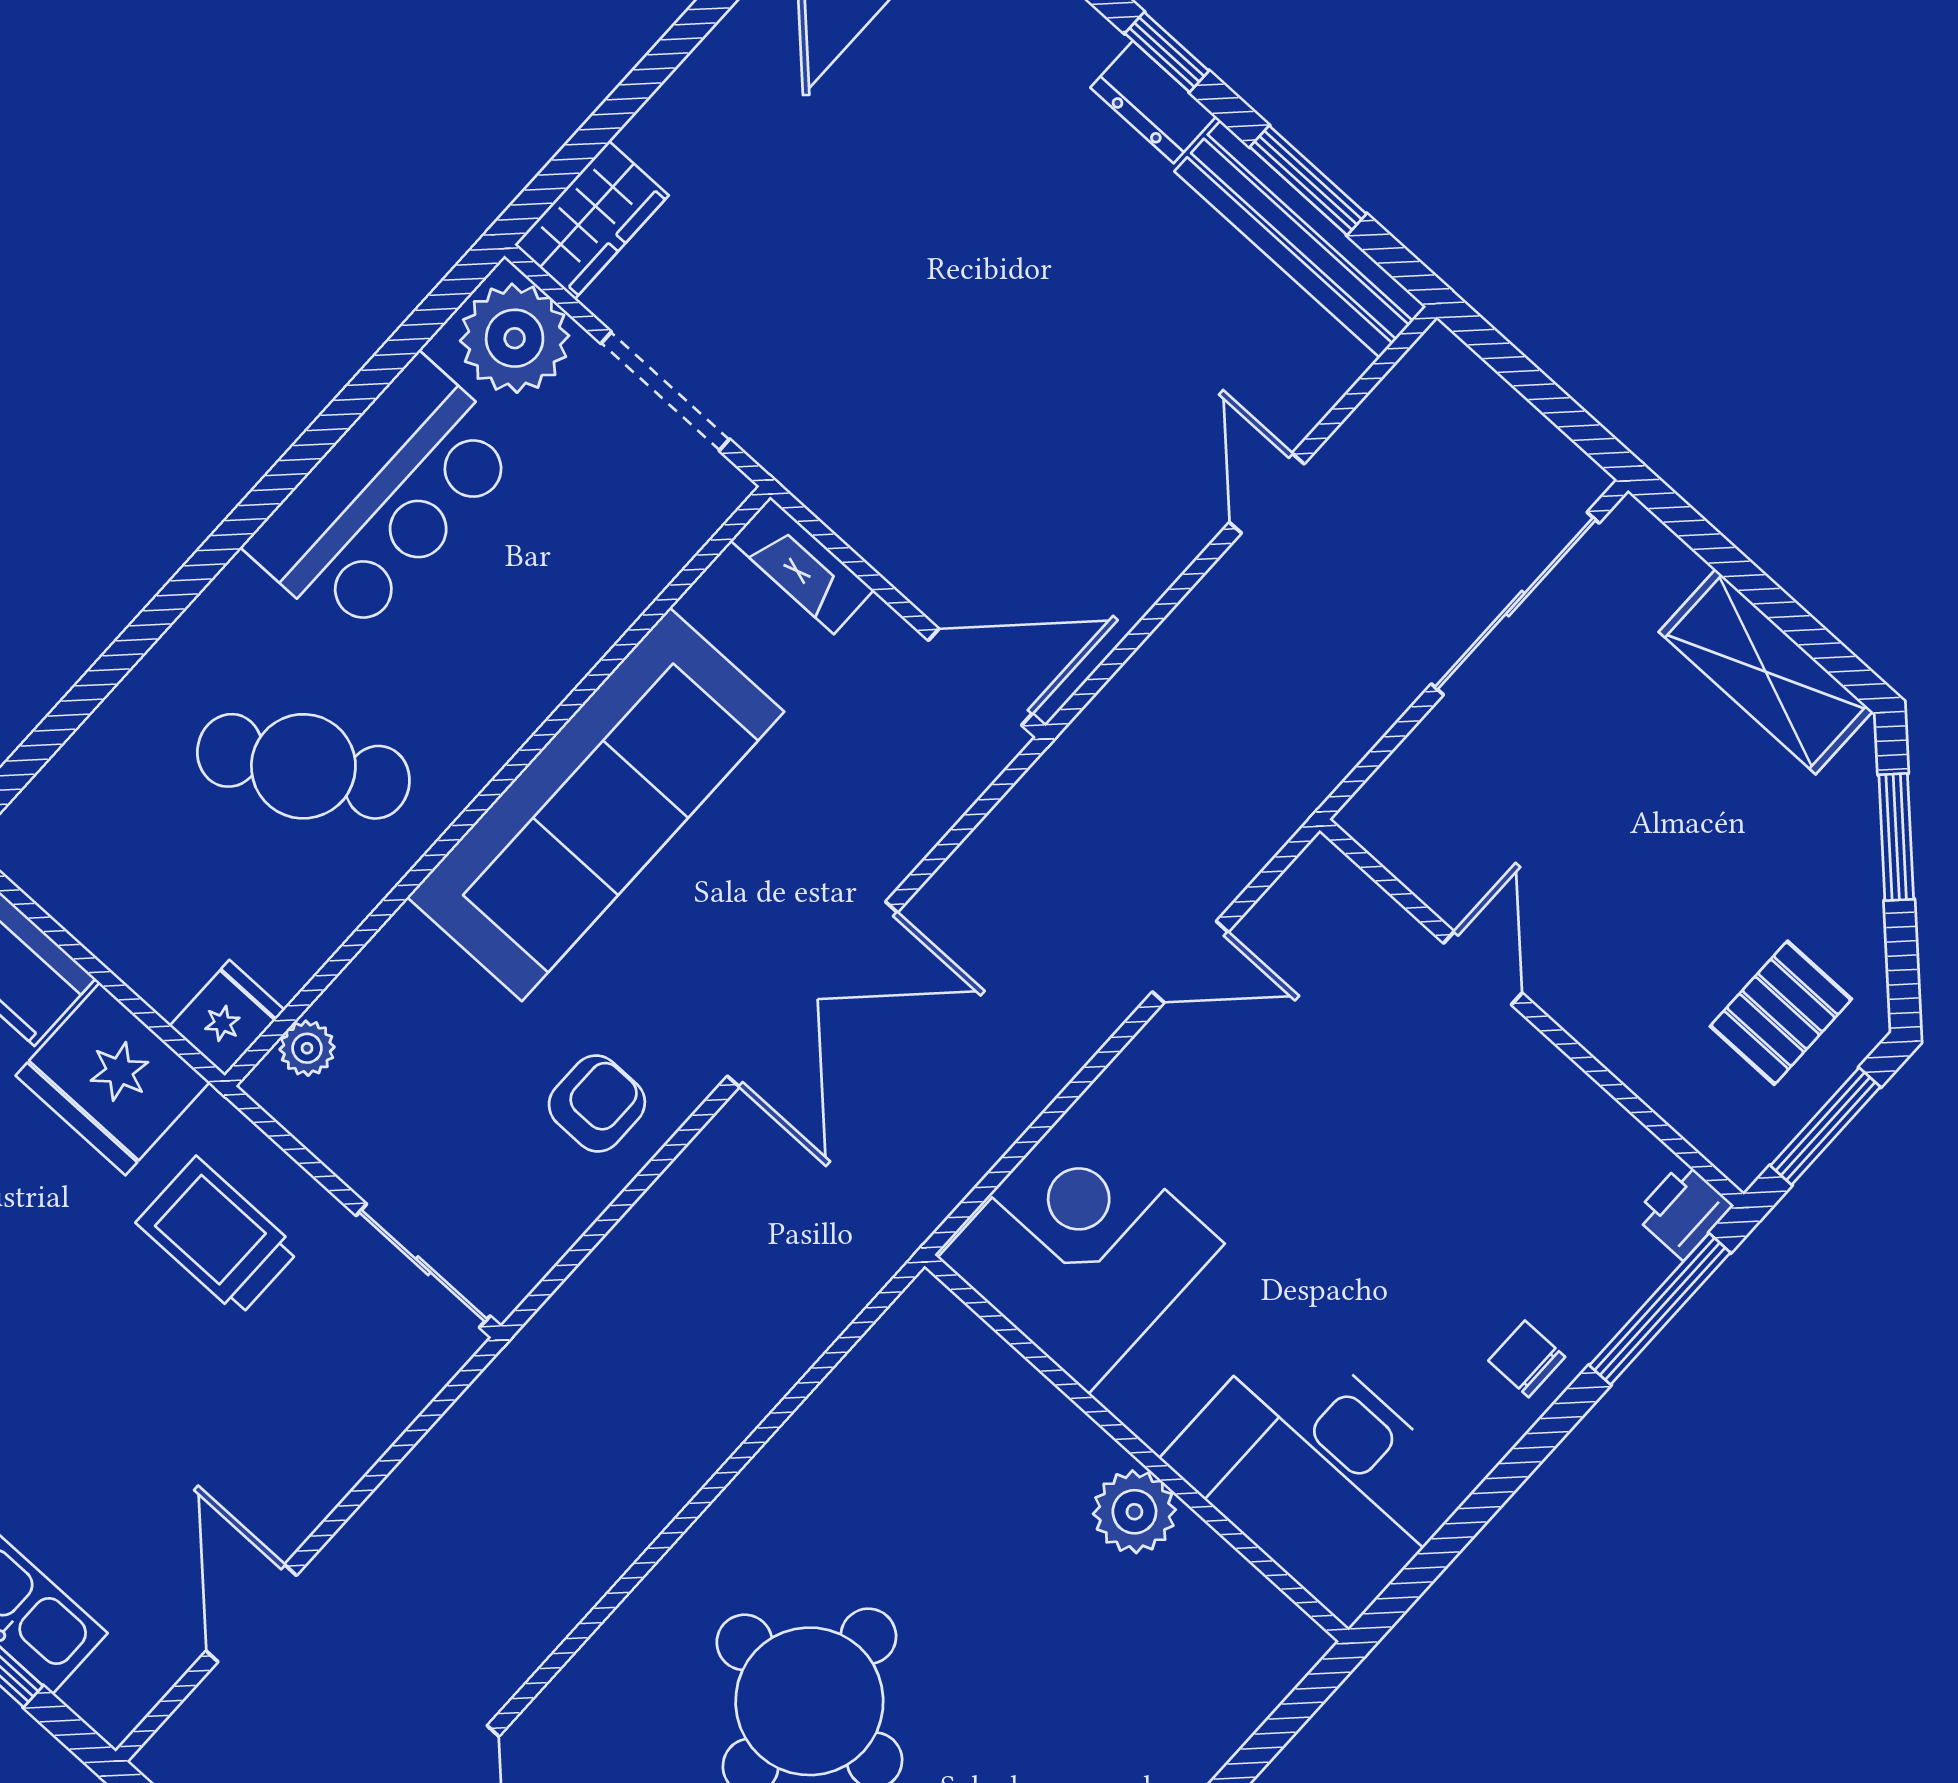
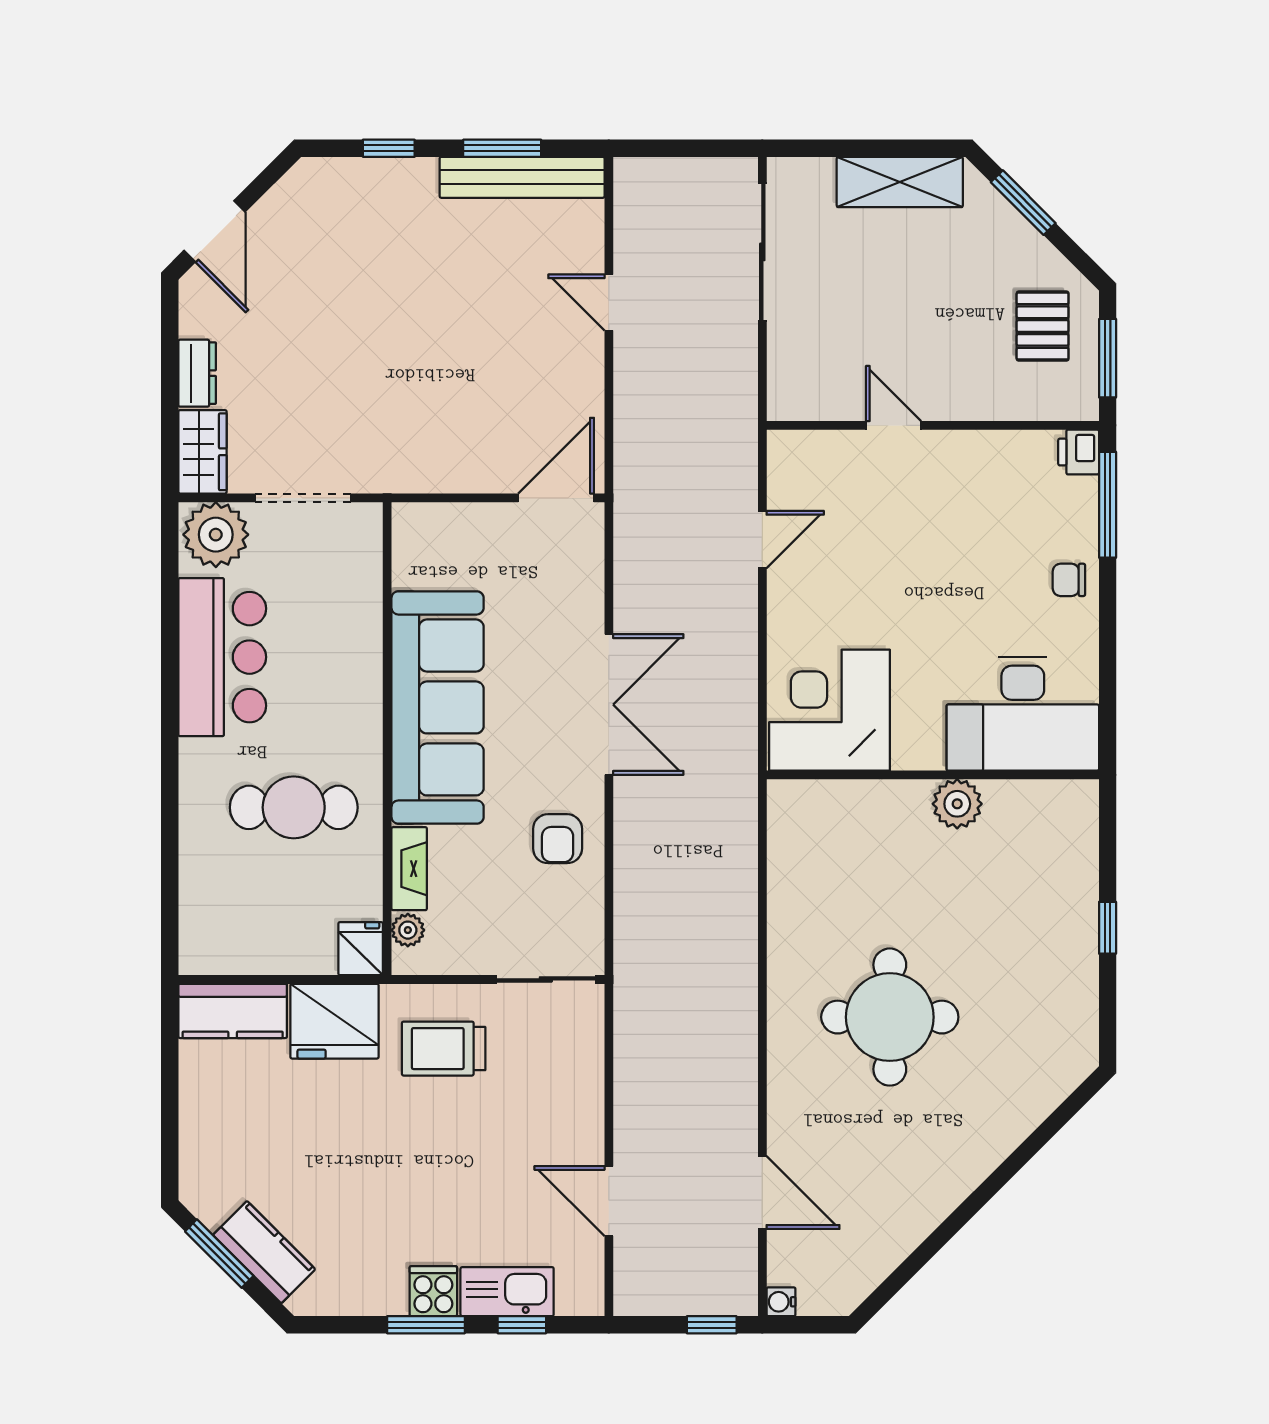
dresser: (1153, 102) -> (197, 373), moved, turned -90
fireplace: (802, 565) -> (409, 869), moved, turned -90
cafe table: (303, 766) -> (294, 807), turned 30
armchair: (597, 1104) -> (558, 839), turned 180

